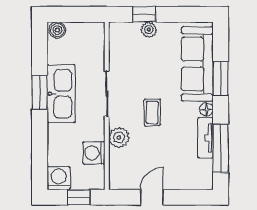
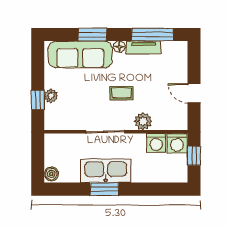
washing machine: (59, 178) -> (177, 143), moved, turned -90

